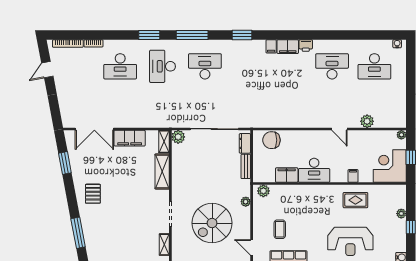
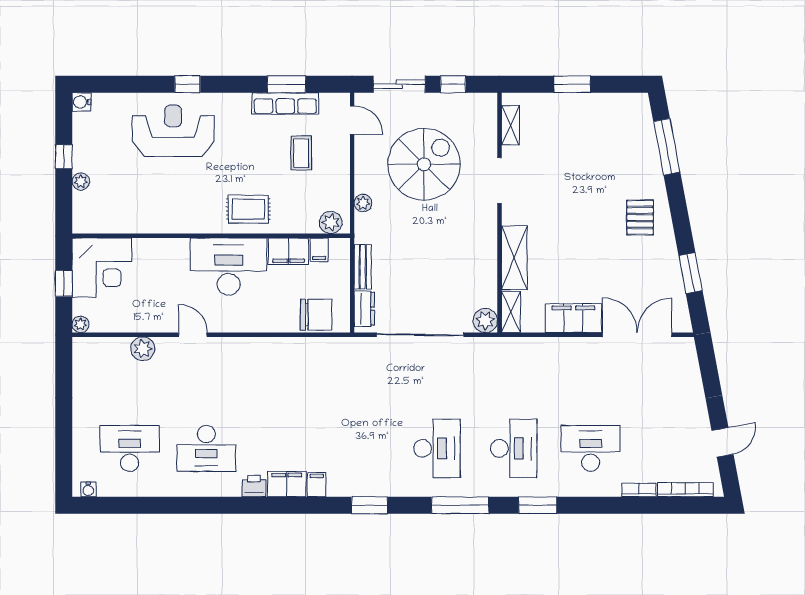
desk: (205, 66) -> (437, 448), turned -90
desk: (314, 170) -> (229, 267), width x1.36, depth x1.30
filing cabinet: (353, 176) -> (319, 250), moved
rug: (355, 200) -> (248, 209), moved

